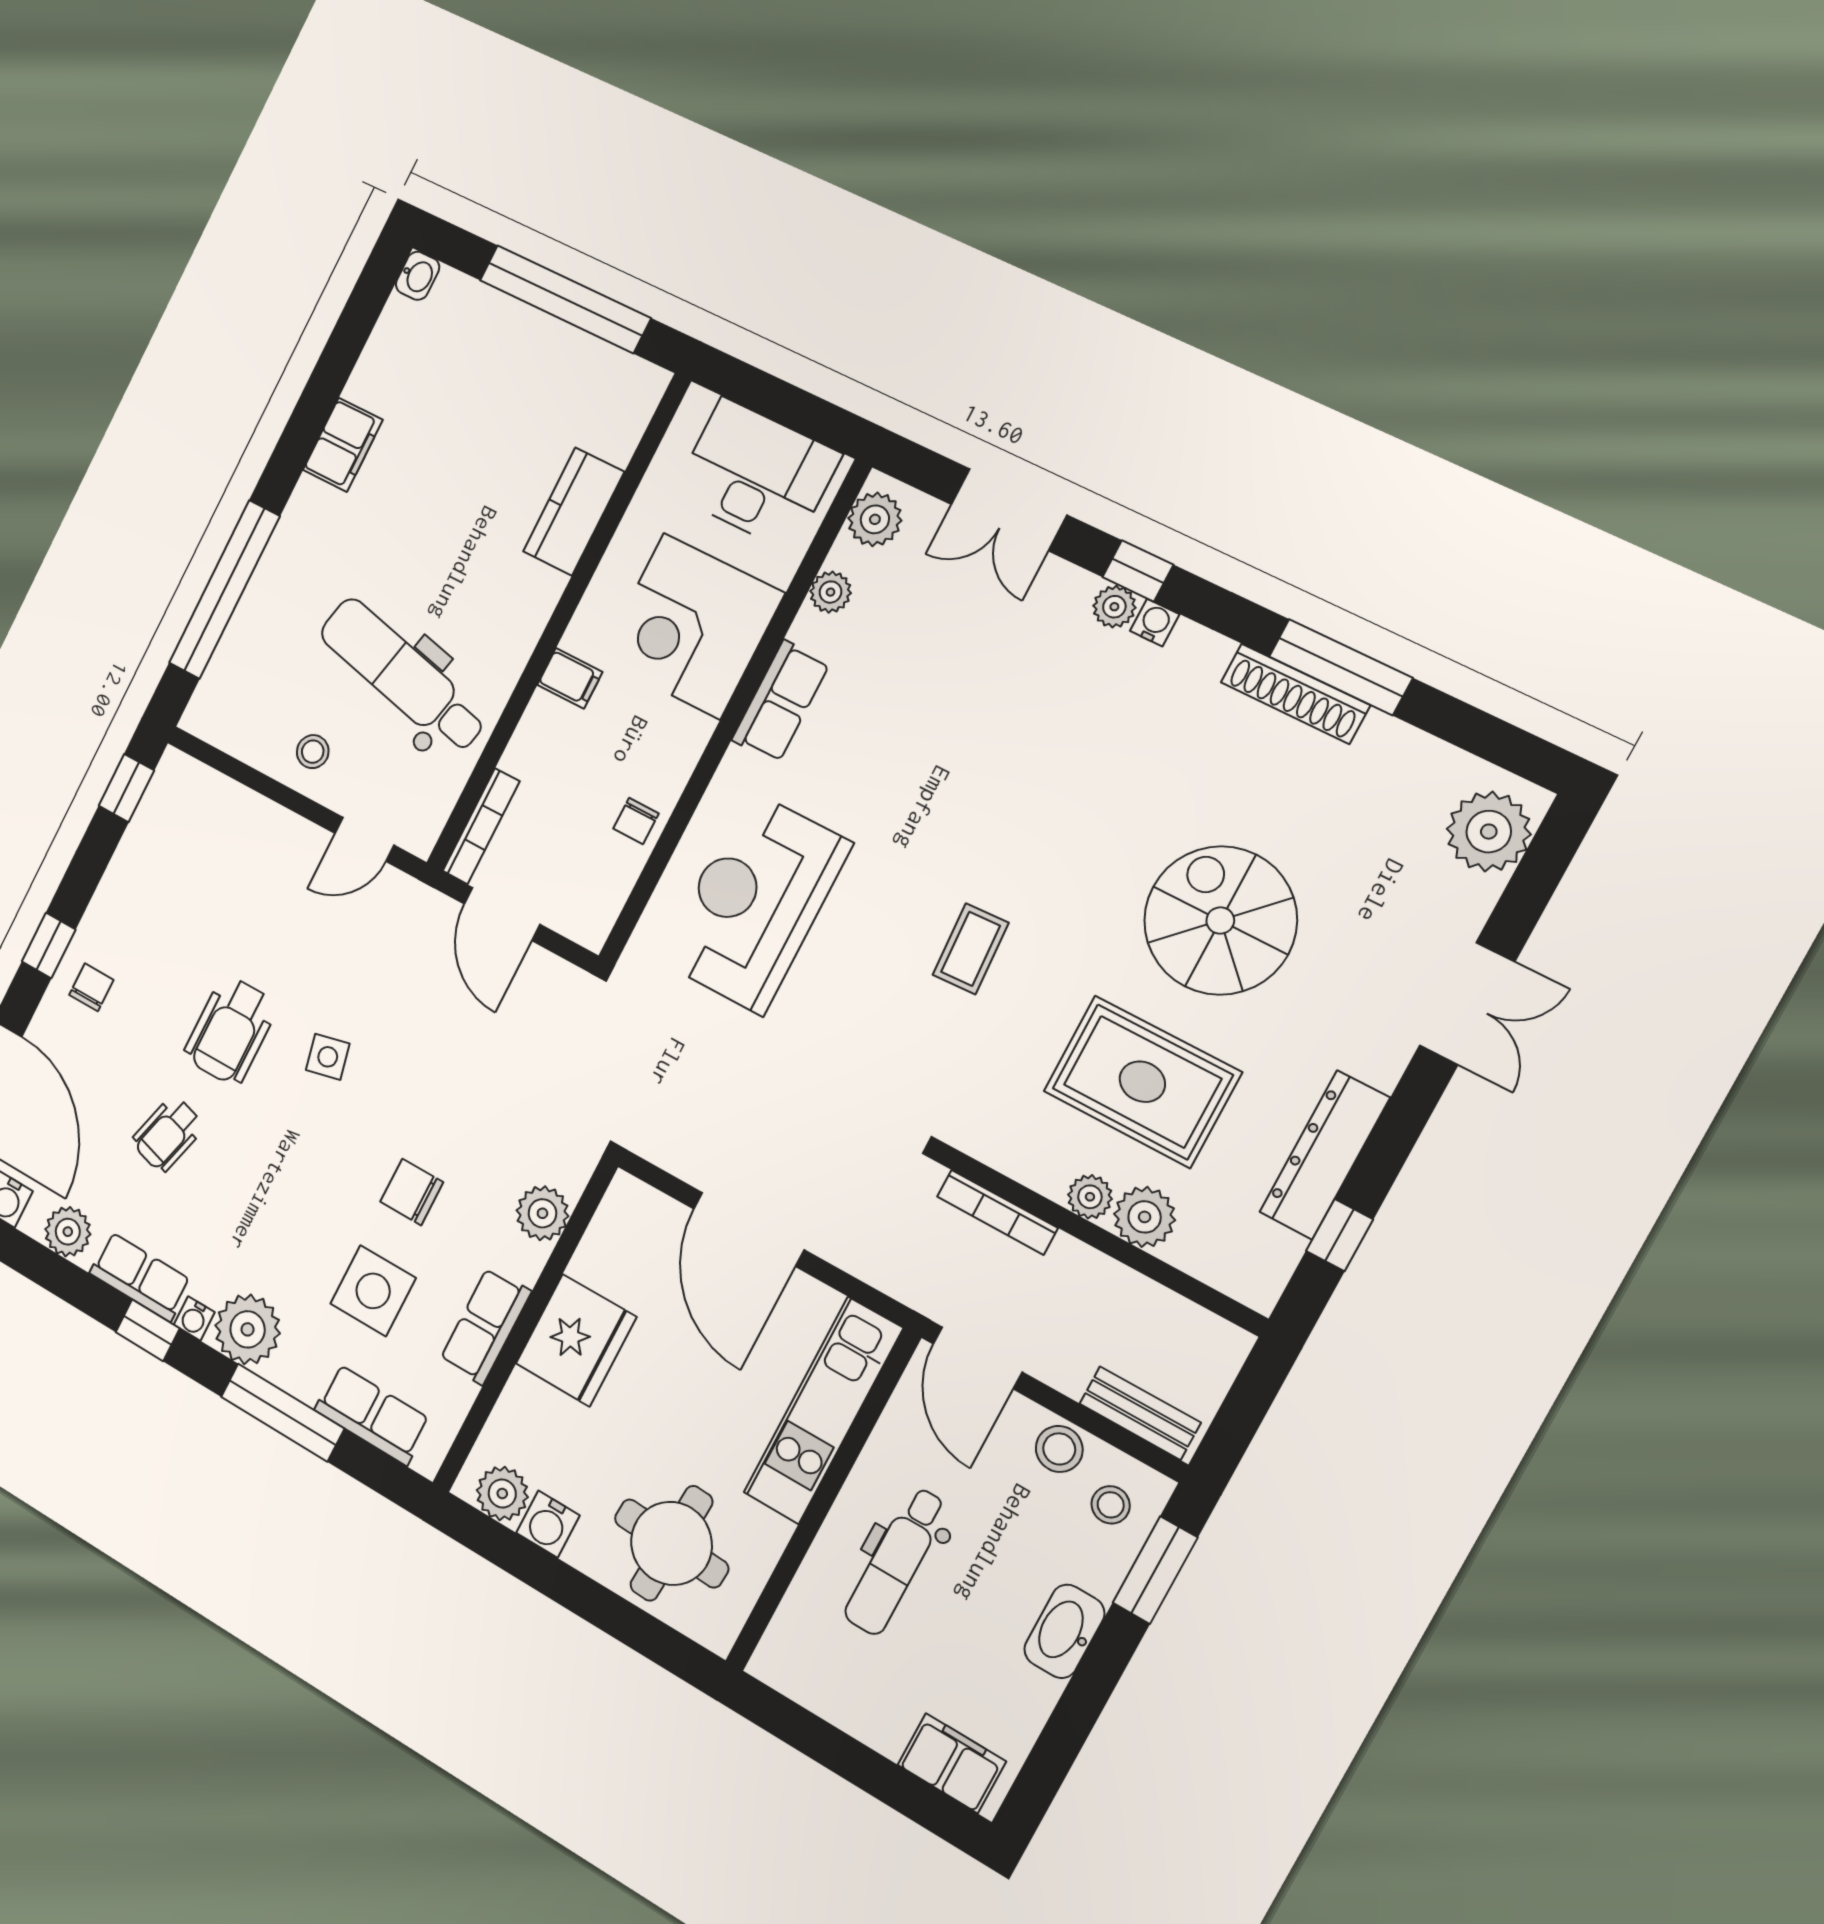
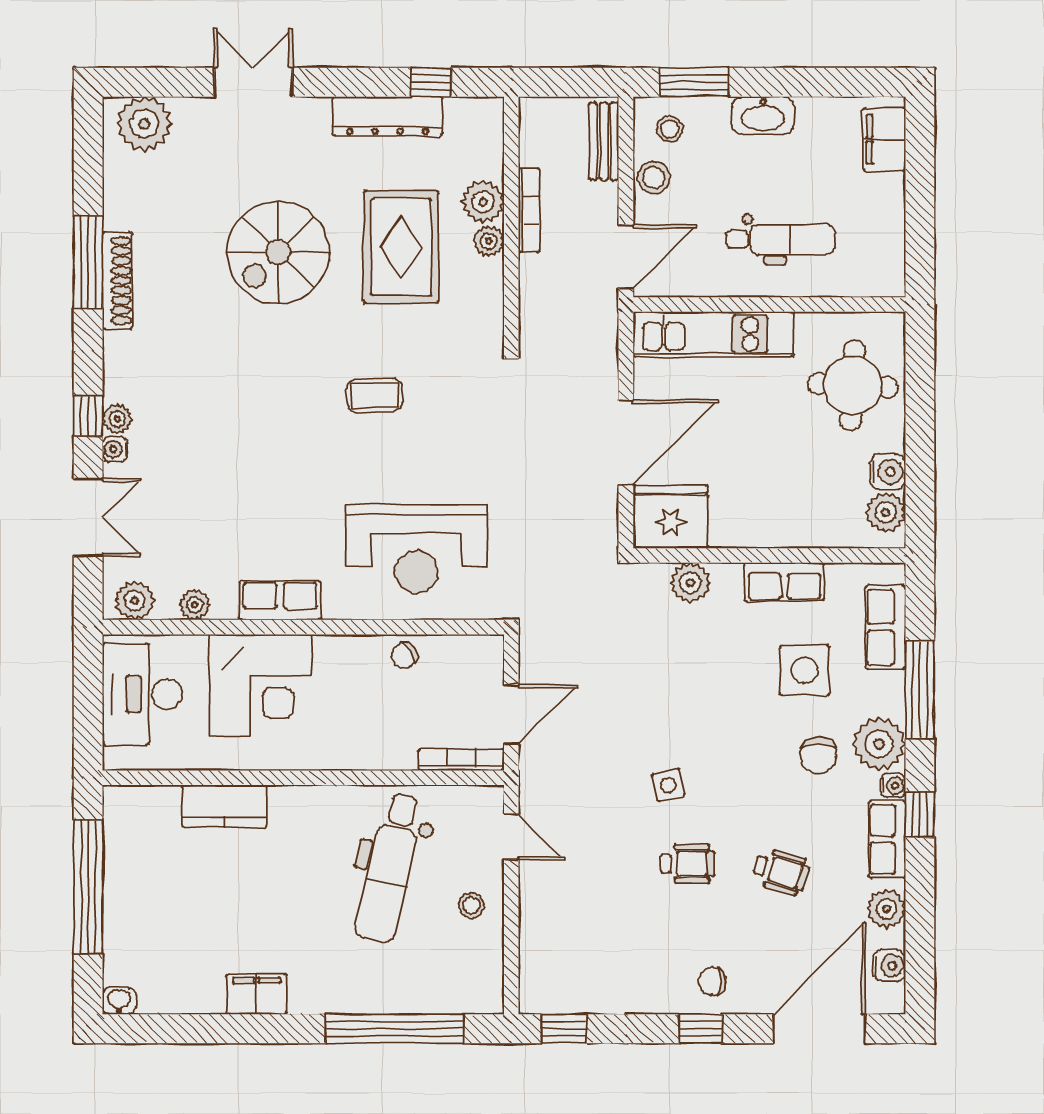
water cooler: (1155, 623) -> (115, 449), moved
filing cabinet: (570, 678) -> (334, 750), removed
chair: (636, 821) -> (404, 656), turned 146
wheelchair: (231, 1031) -> (688, 864), width x0.73, depth x0.73
chair: (412, 1192) -> (818, 755), moved
bookcase: (997, 1212) -> (529, 210), moved
fridge: (576, 1340) -> (671, 517), moved

